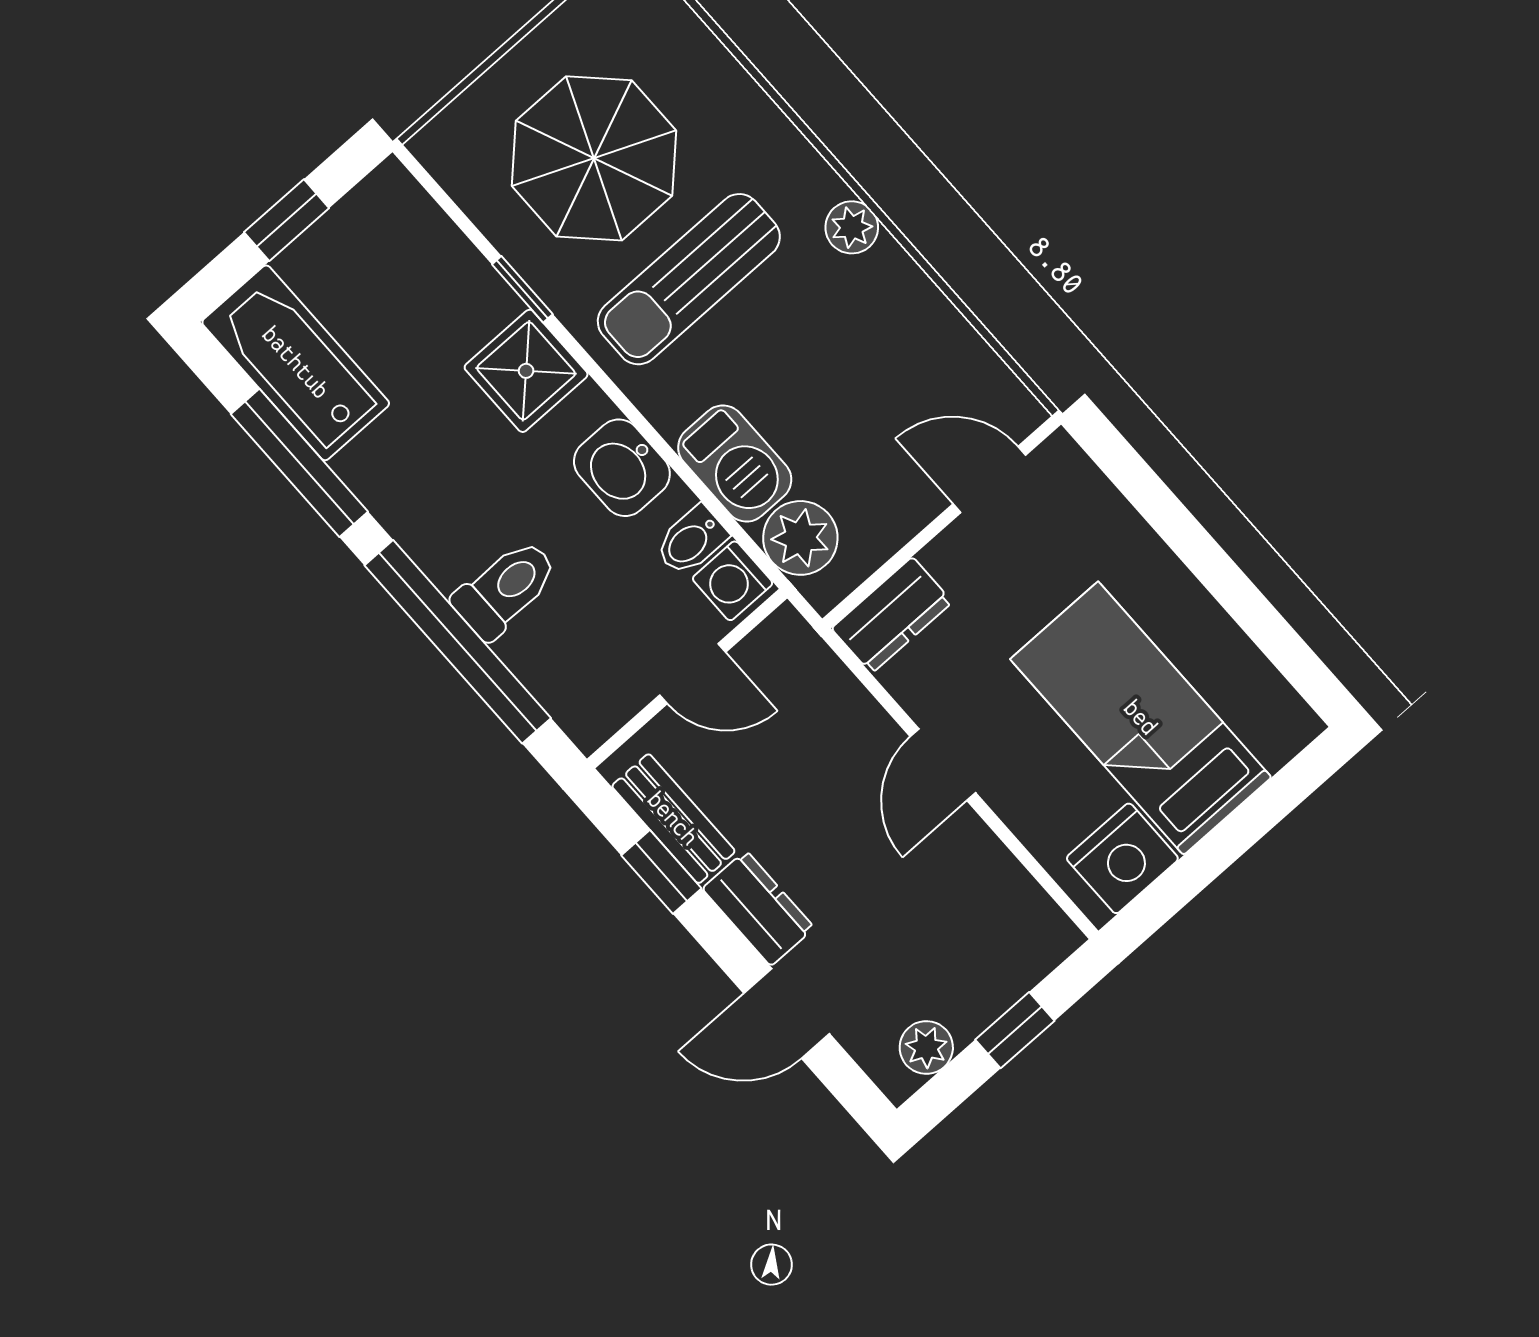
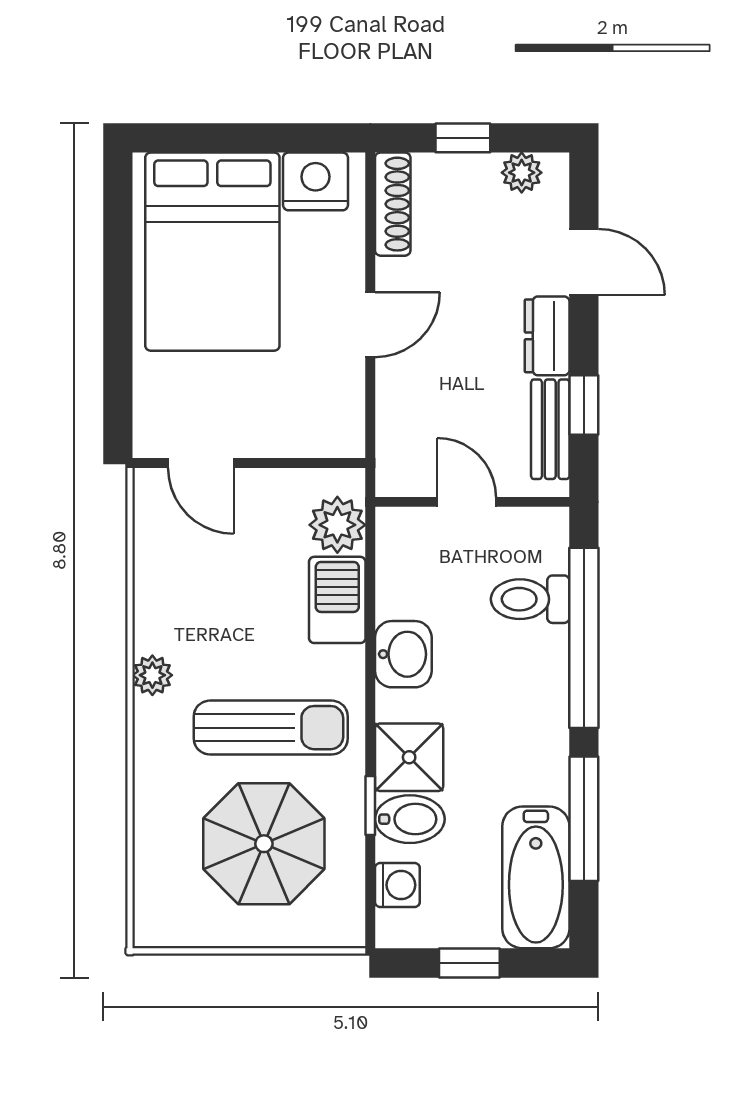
bidet: (691, 541) -> (410, 819), moved, width x1.38, depth x1.36
washing machine: (733, 581) -> (397, 885), moved
toilet: (506, 589) -> (530, 599), moved
dresser: (892, 615) -> (324, 435), removed
bed: (1141, 718) -> (212, 252), width x1.50
shoe rack: (1026, 903) -> (393, 204), added

